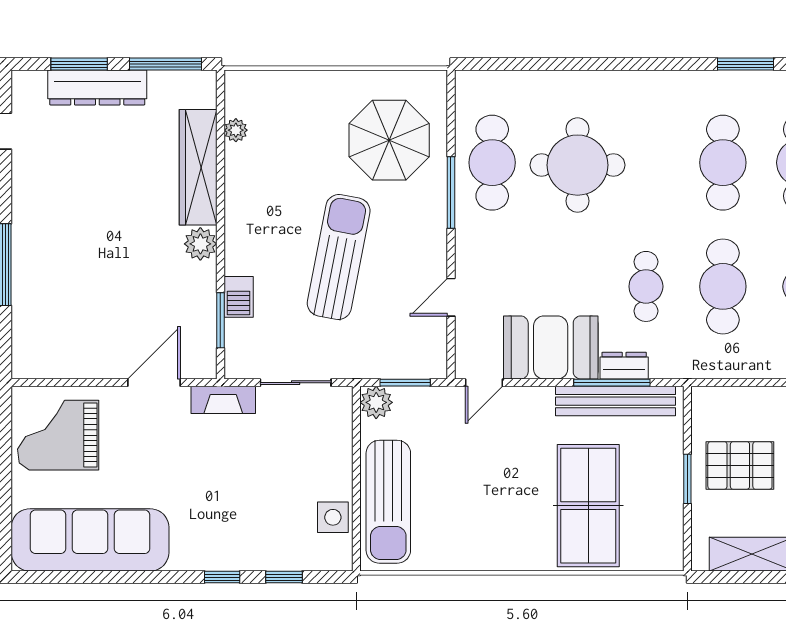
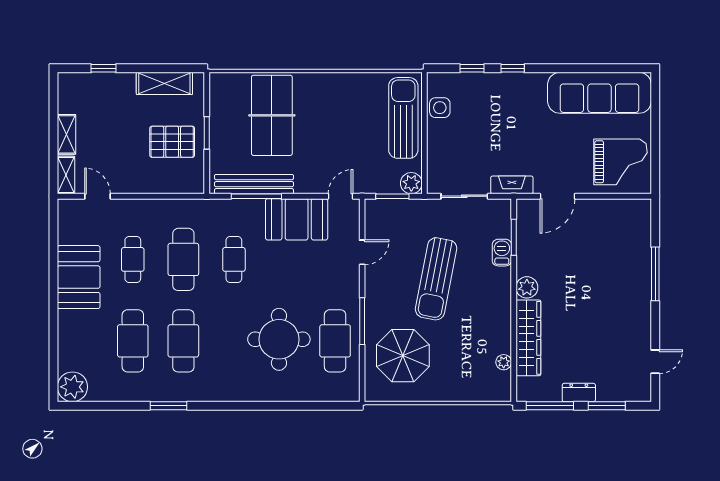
dresser: (97, 88) -> (579, 392), width x0.51, depth x0.80
dresser: (624, 366) -> (248, 207), removed

